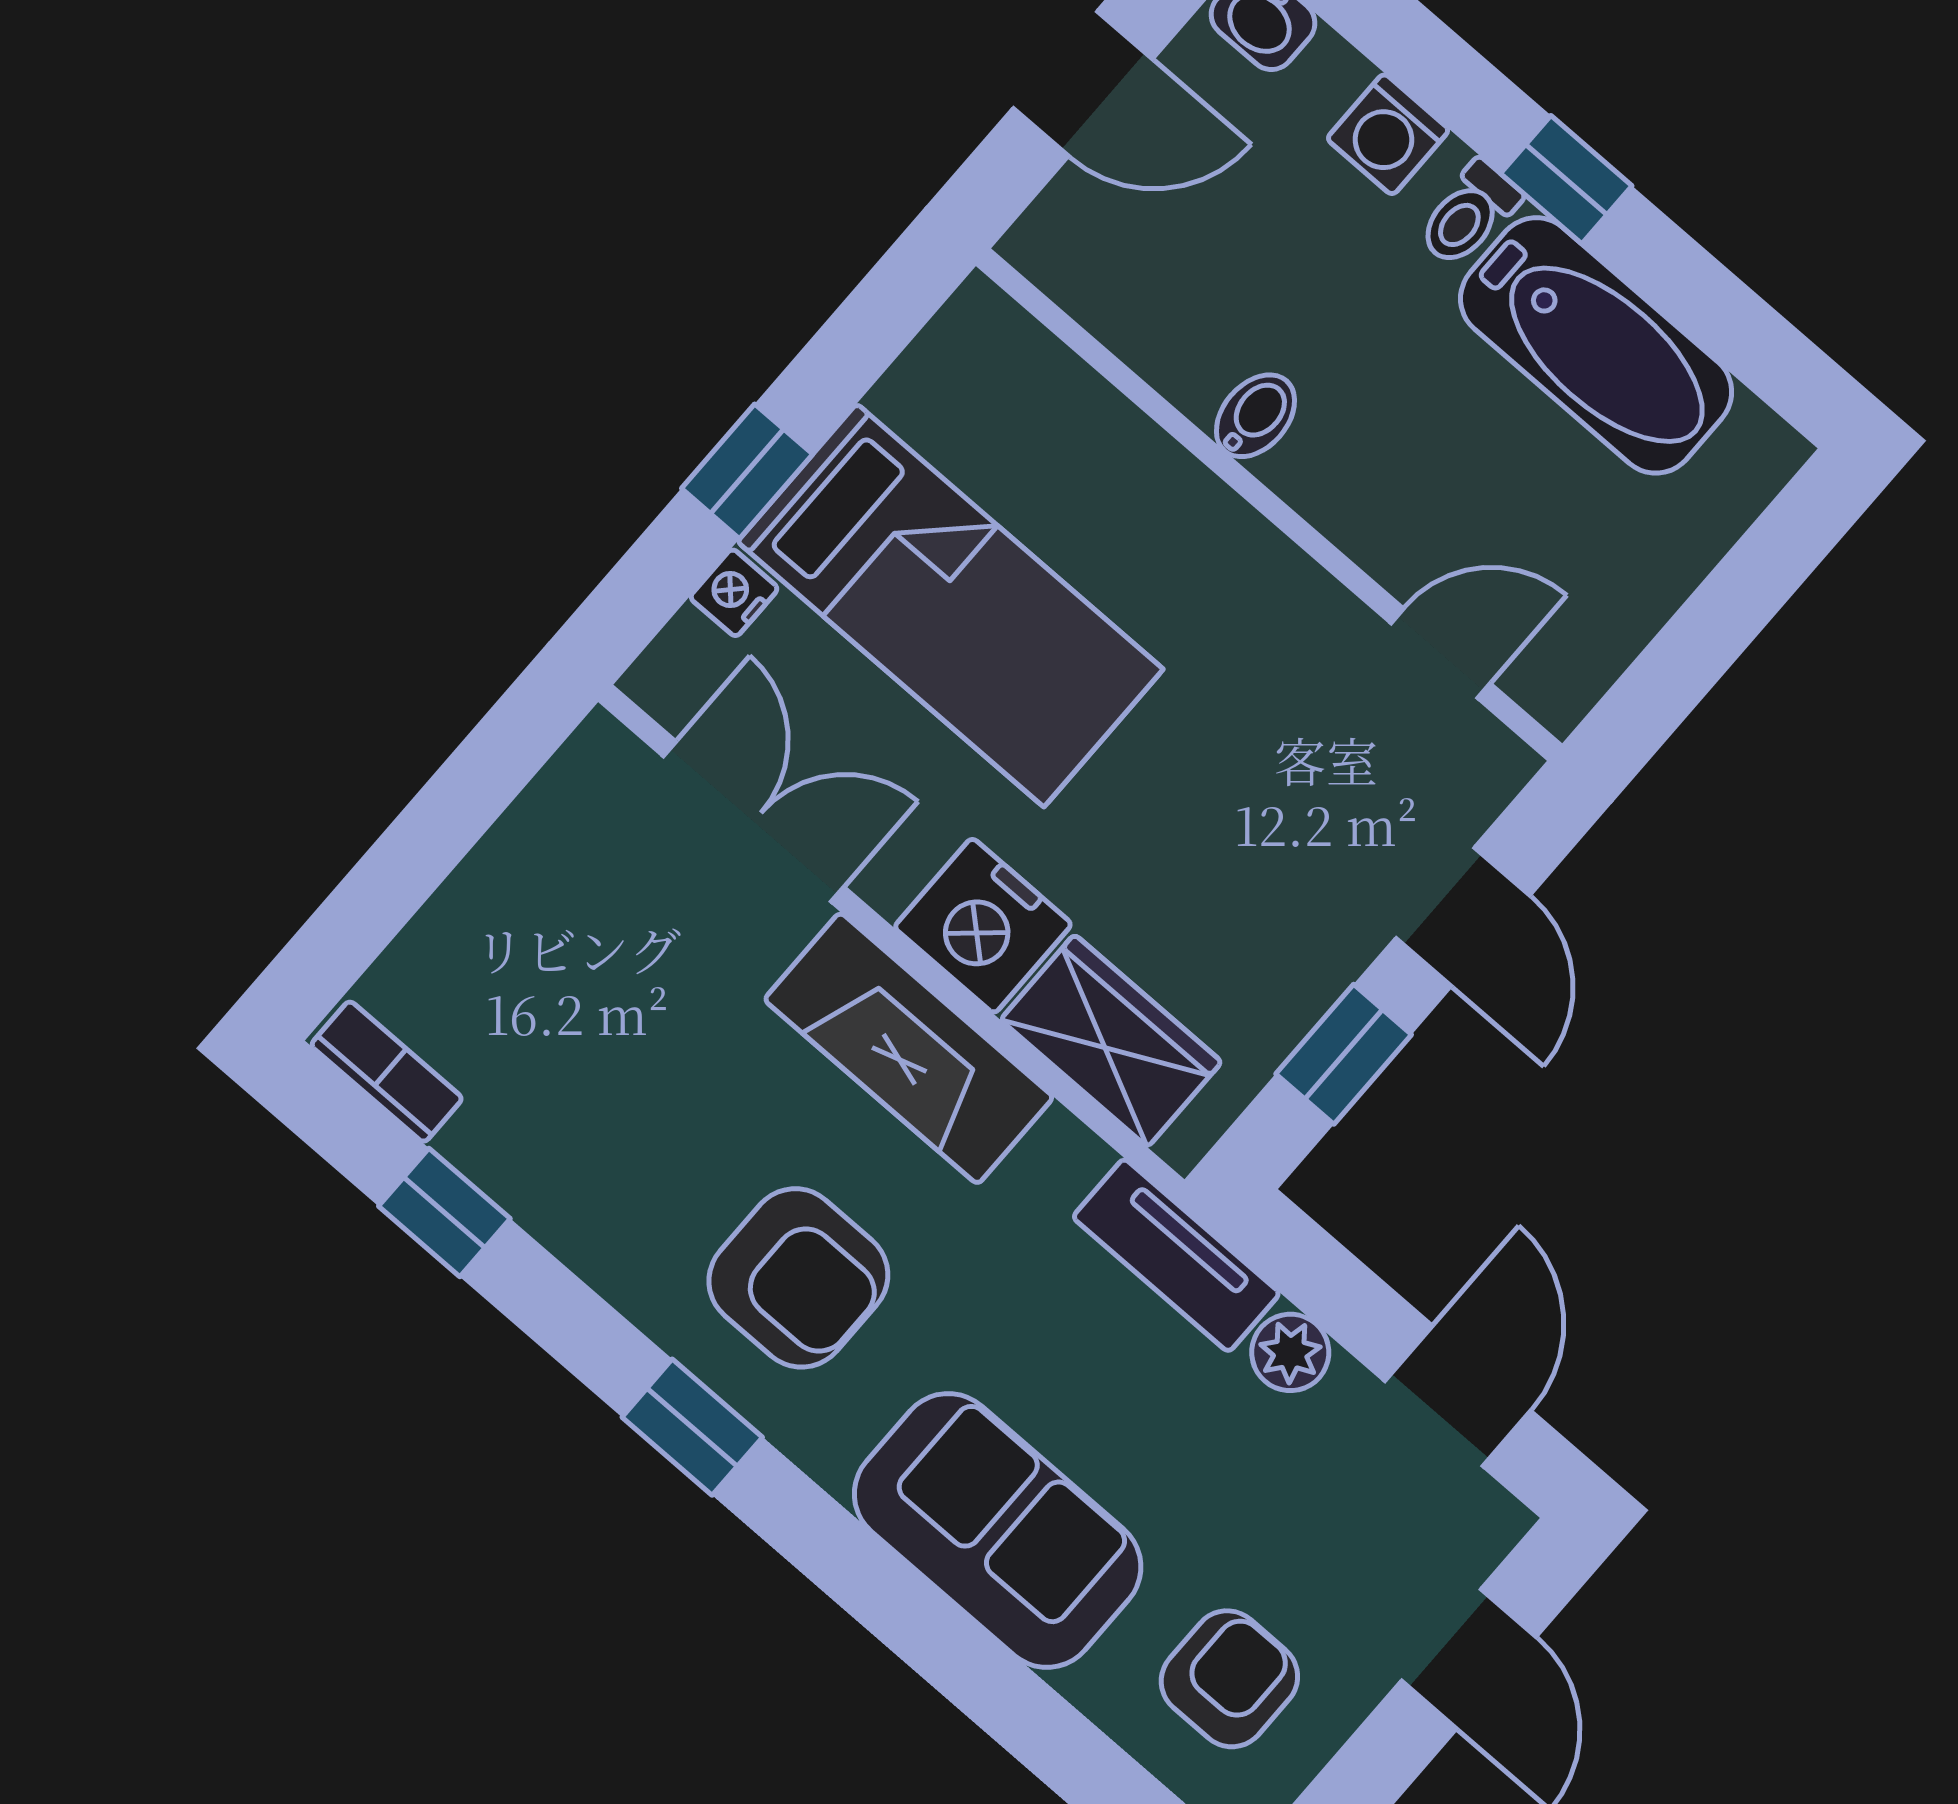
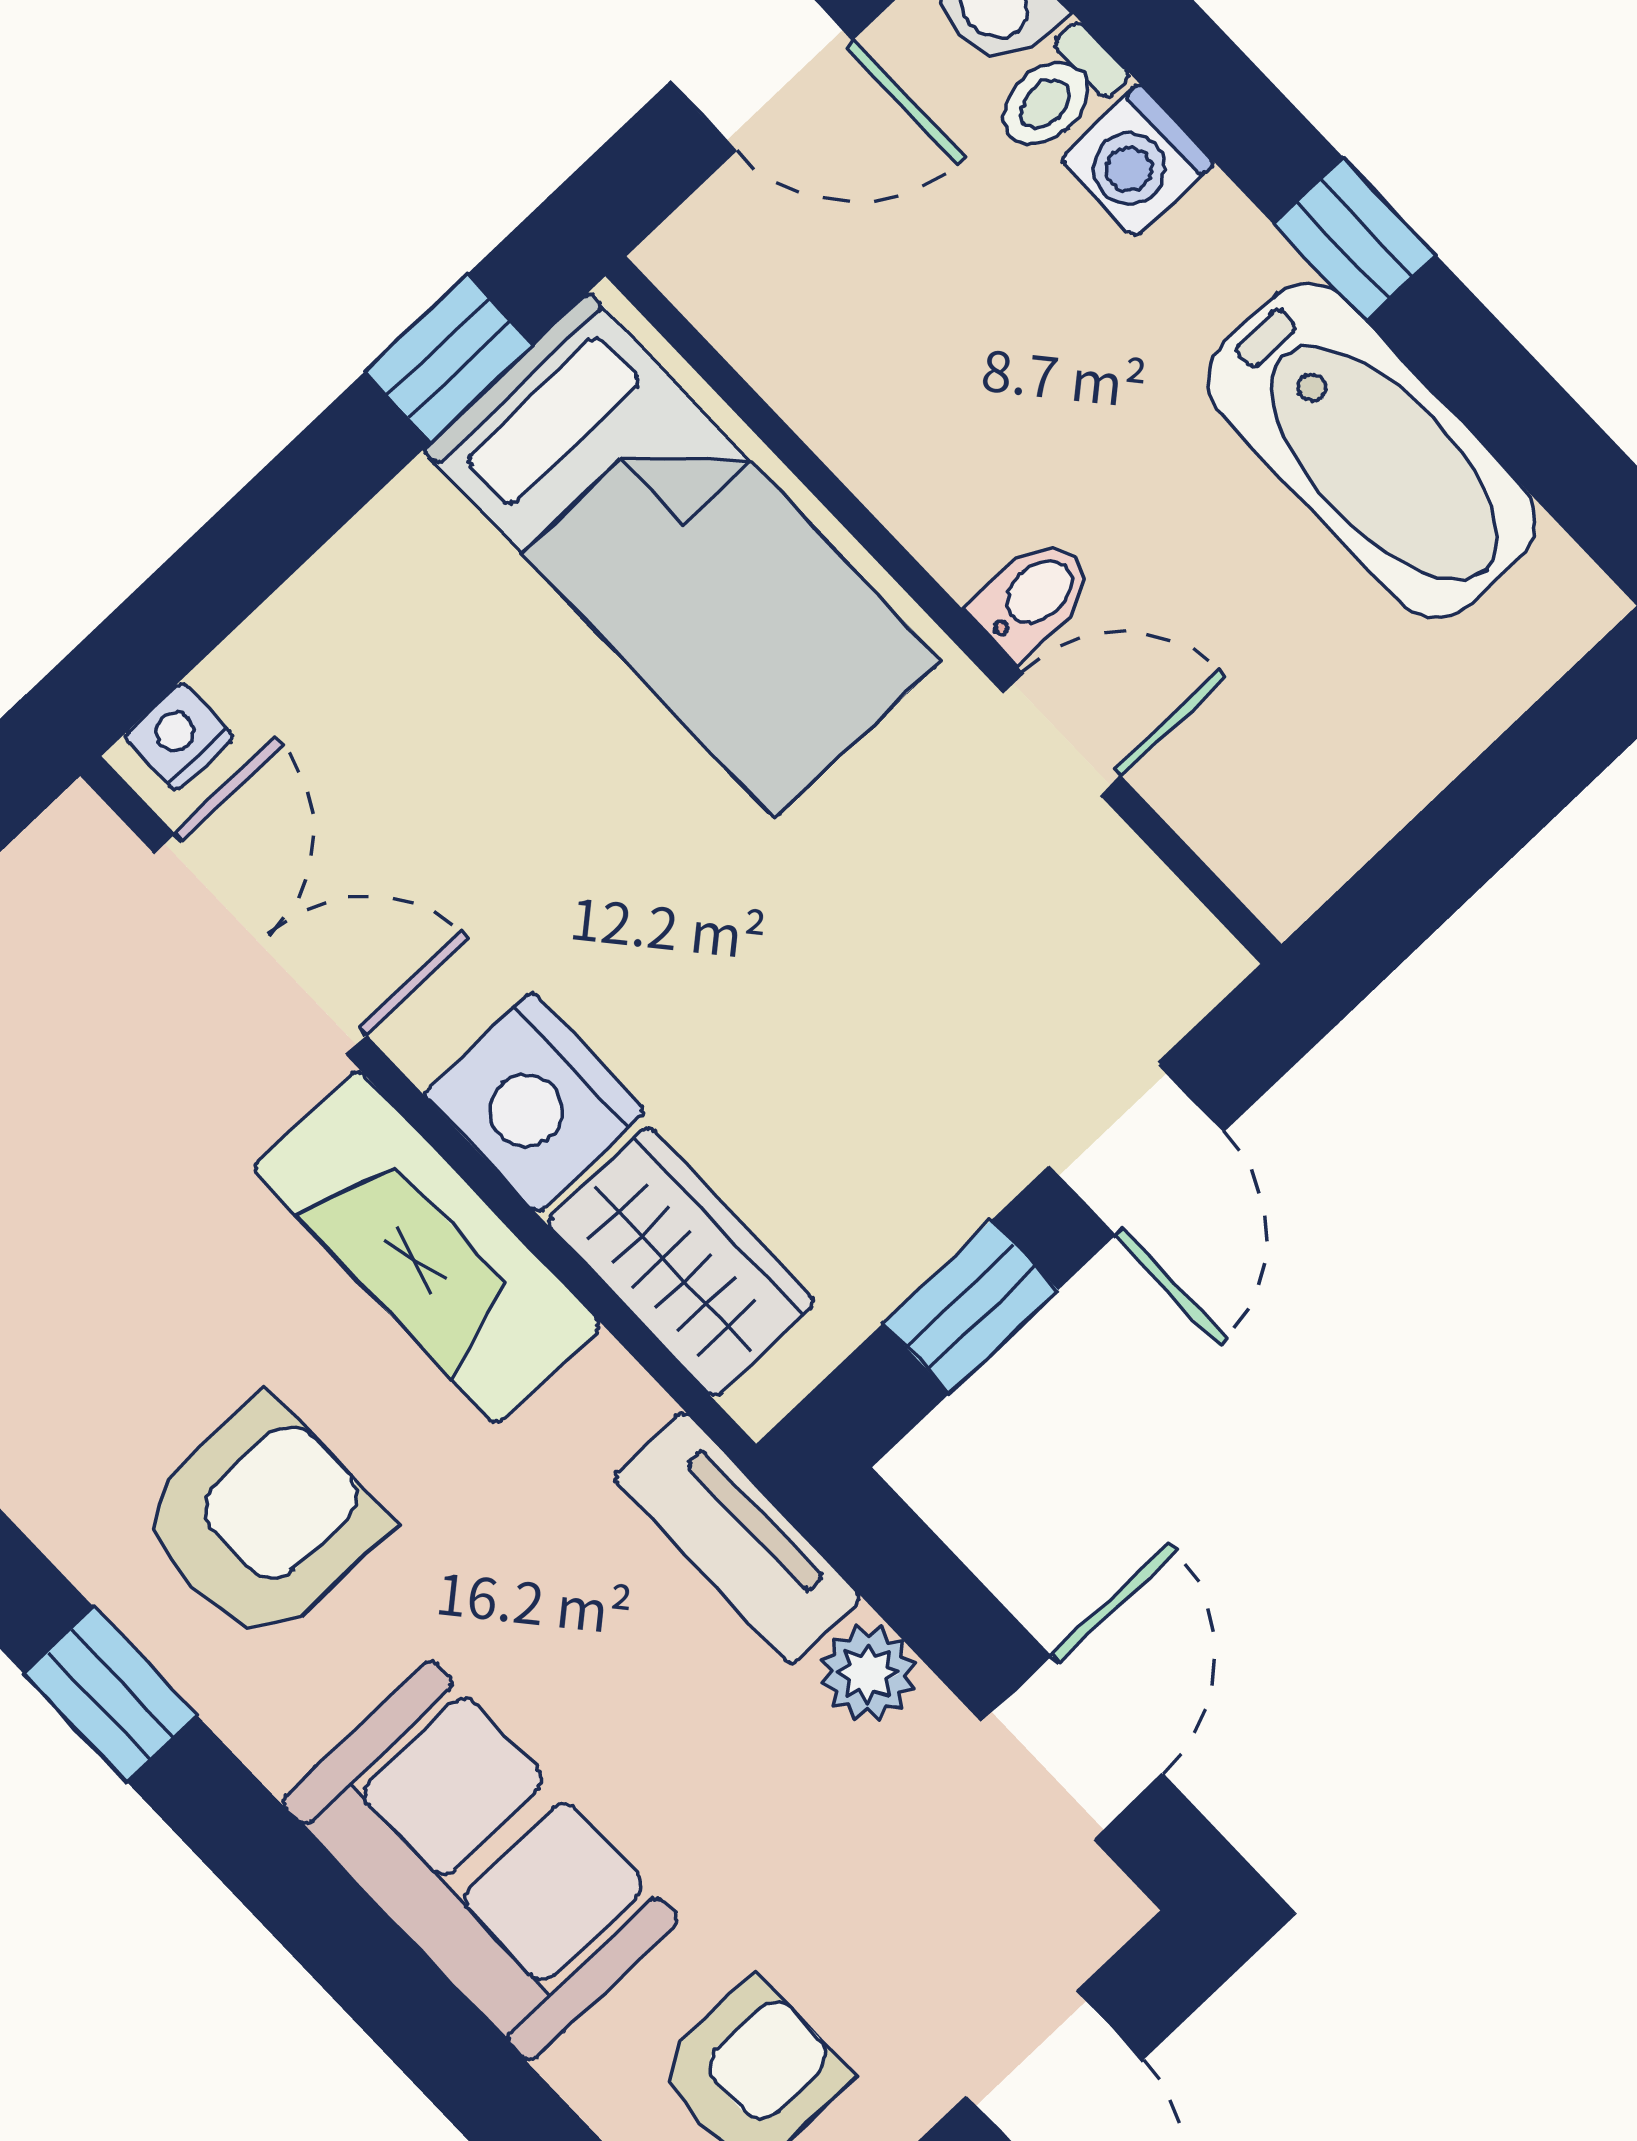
toilet: (1469, 214) -> (1058, 92), moved
bidet: (1255, 416) -> (1033, 598), moved
window: (747, 471) -> (449, 358), moved
nightstand: (734, 593) -> (179, 736), moved
bed: (950, 605) -> (682, 555), moved
door: (1441, 653) -> (1062, 734), moved
armchair: (798, 1278) -> (261, 1521), turned -90

